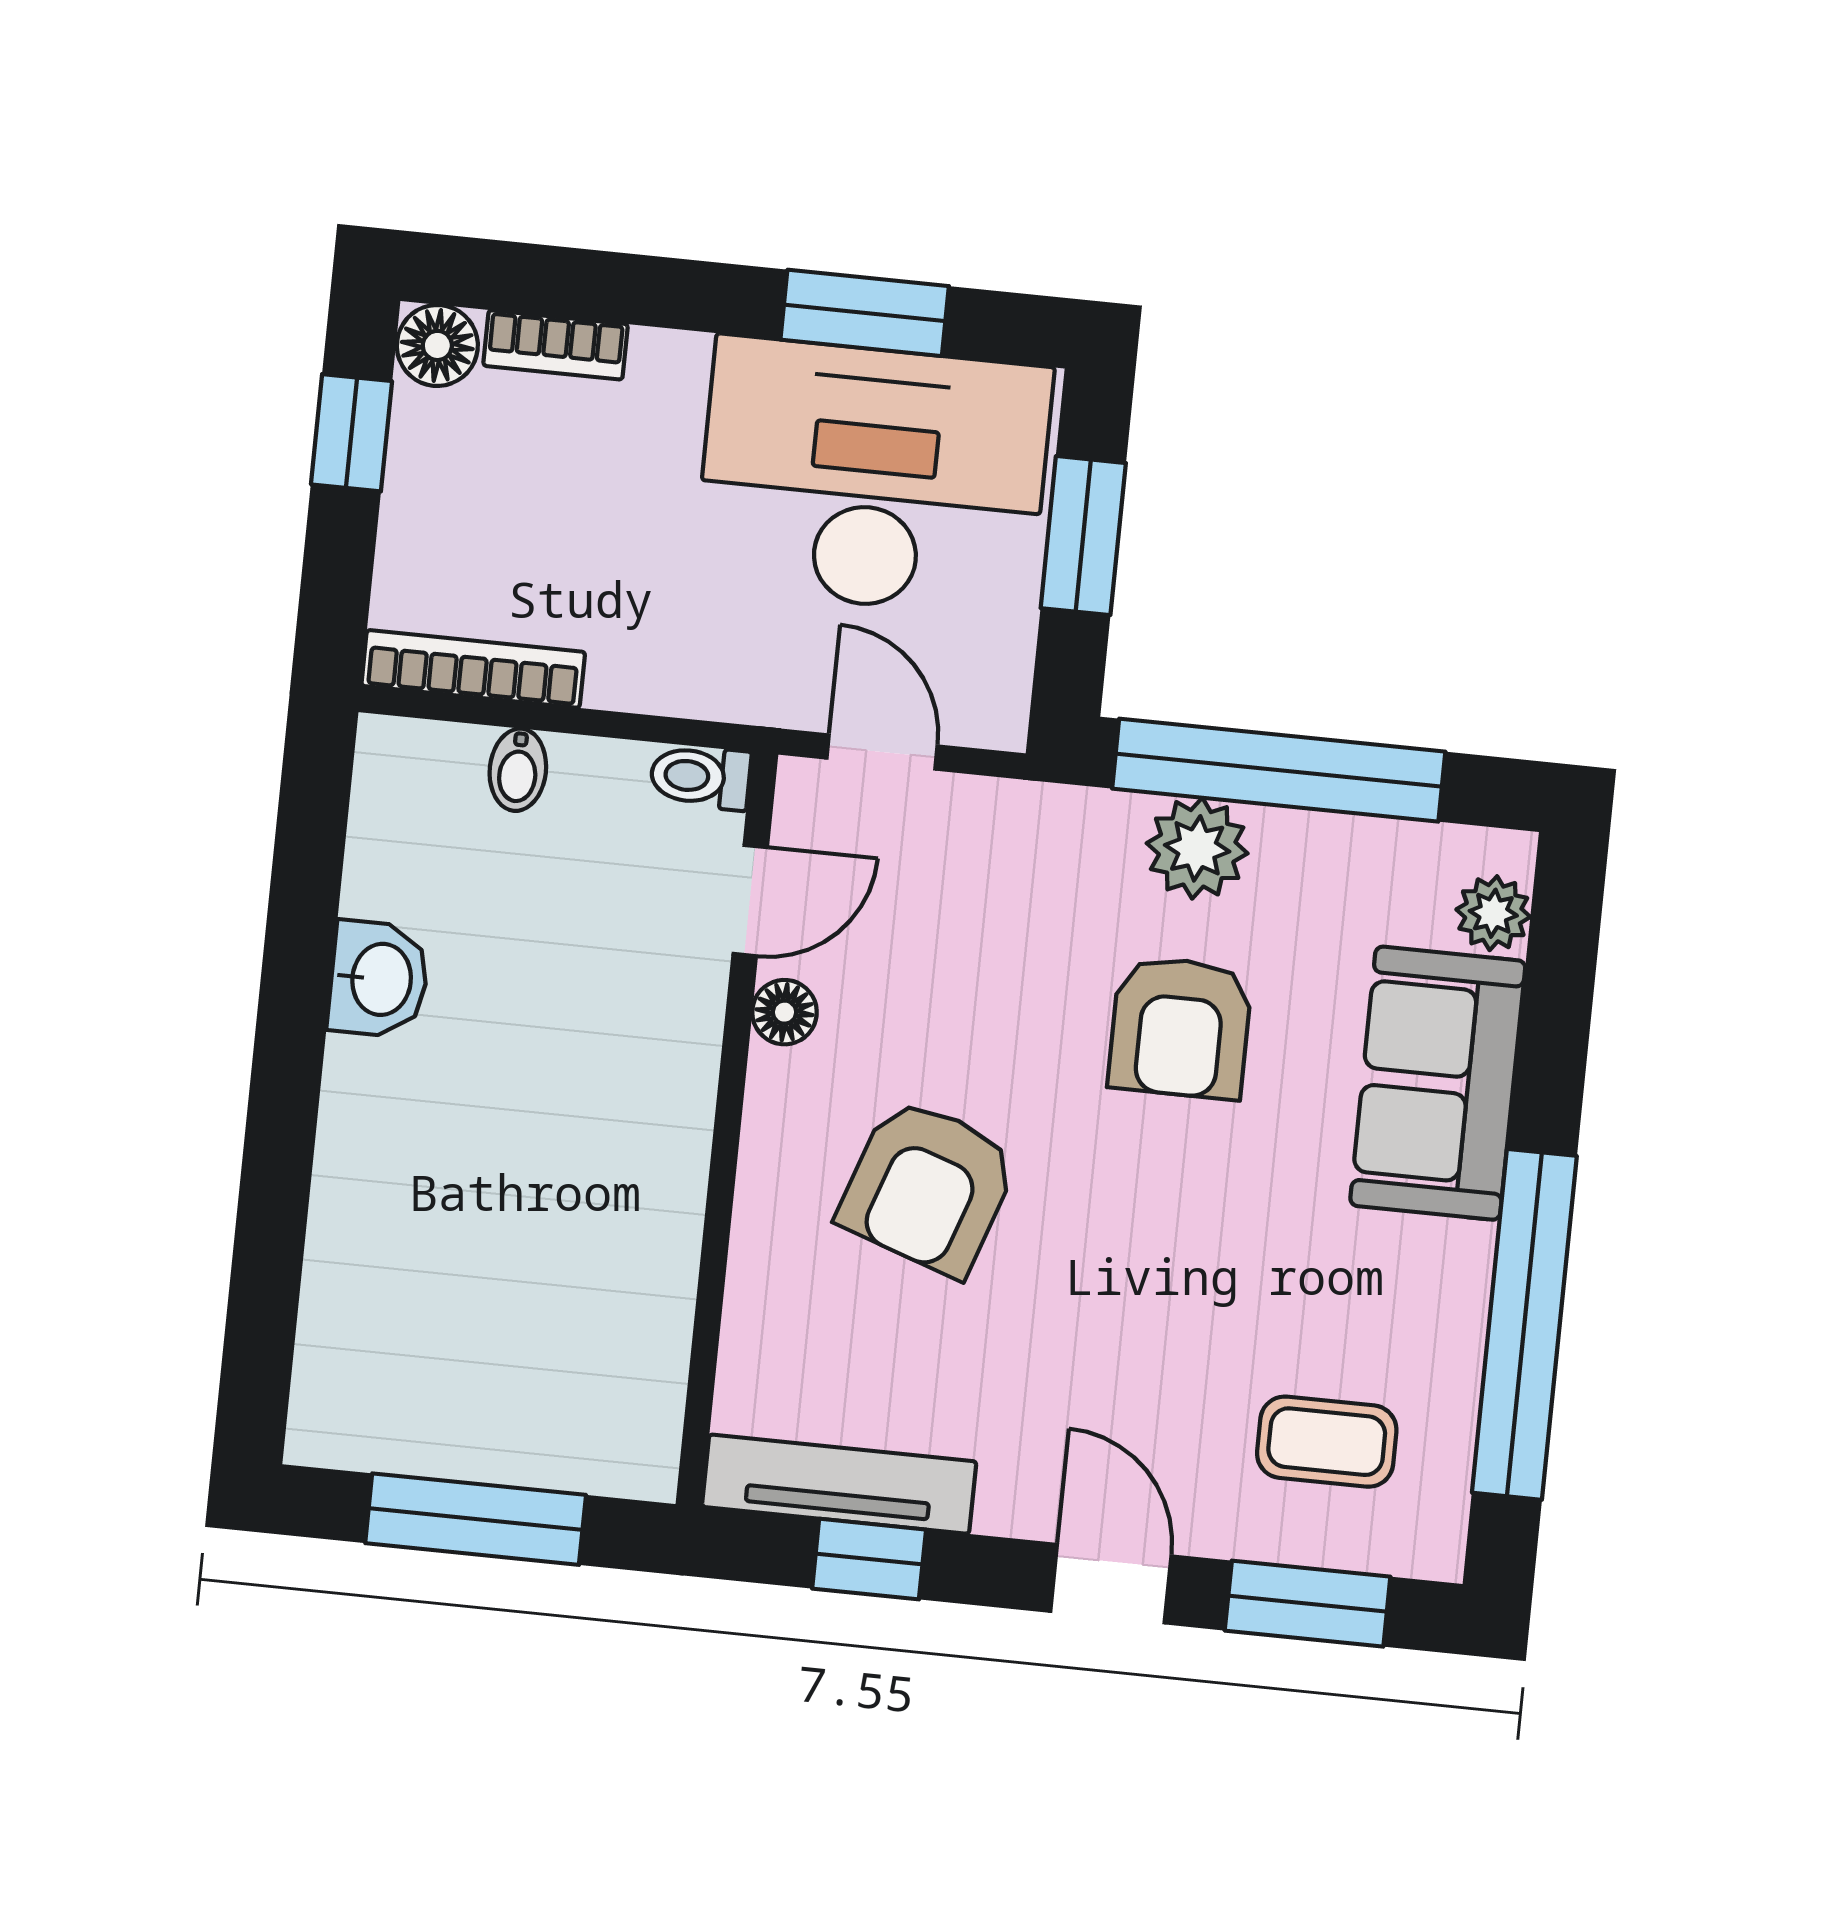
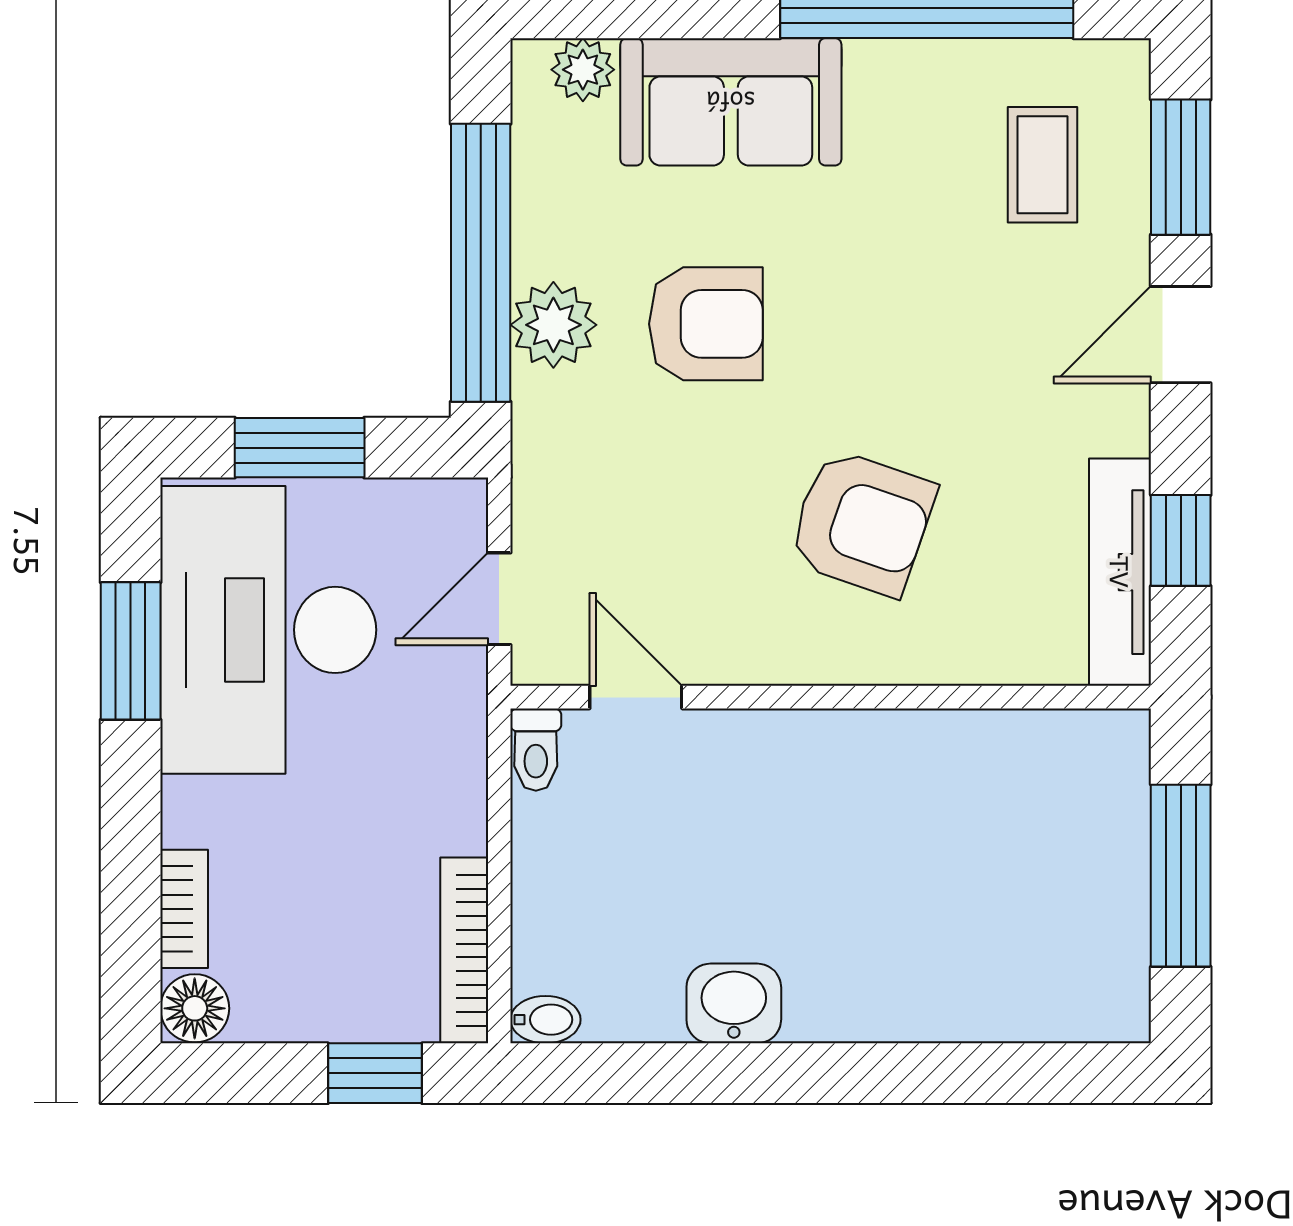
window: (352, 433) -> (375, 1073), moved
bidet: (518, 770) -> (545, 1020), moved
floor lamp: (784, 1012) -> (727, 659), removed

